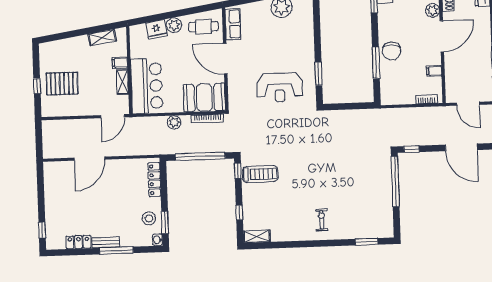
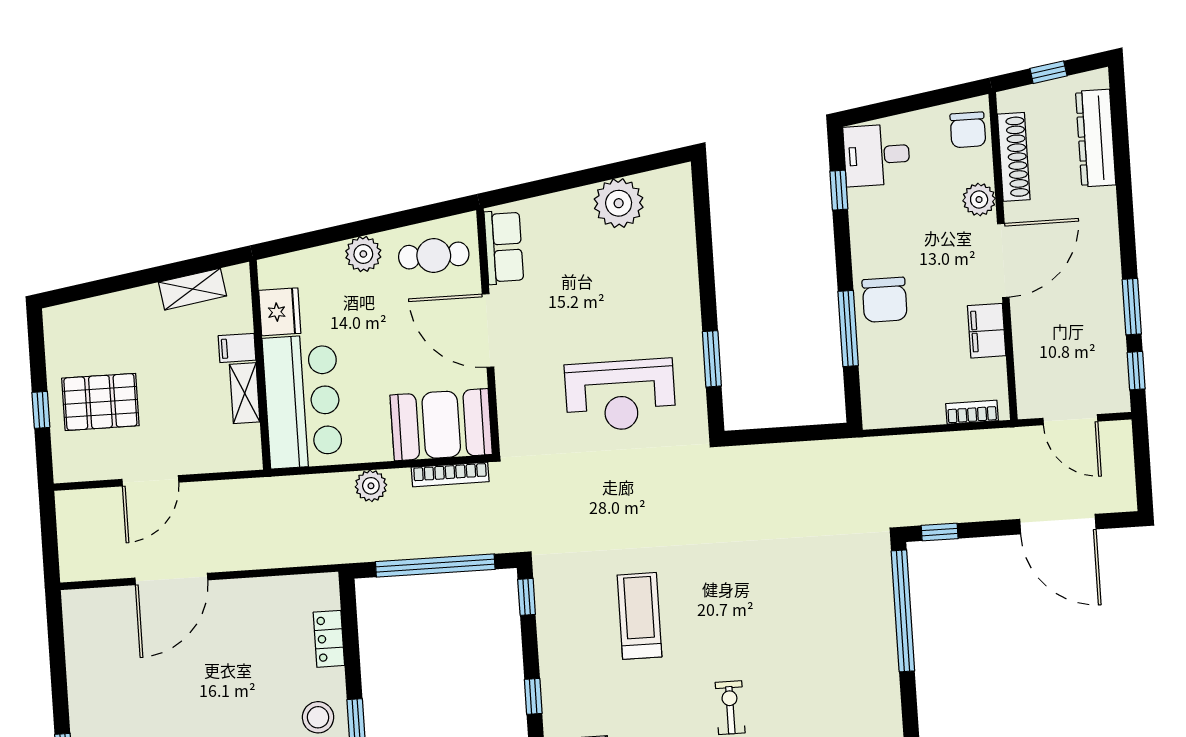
fridge: (156, 29) -> (280, 312), moved, turned -81
filing cabinet: (434, 71) -> (987, 331), width x2.00
door: (113, 116) -> (150, 481), moved
treadmill: (260, 174) -> (640, 616), moved, turned -90
locker: (154, 180) -> (329, 639), width x0.66

